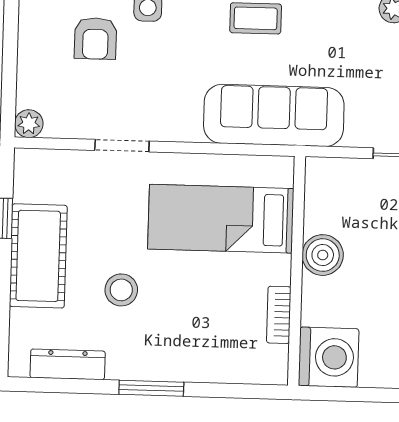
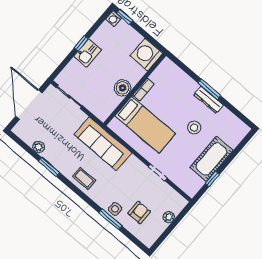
plant: (29, 124) -> (169, 217), moved
bookcase: (279, 315) -> (143, 90), moved
dresser: (68, 364) -> (209, 100), moved

